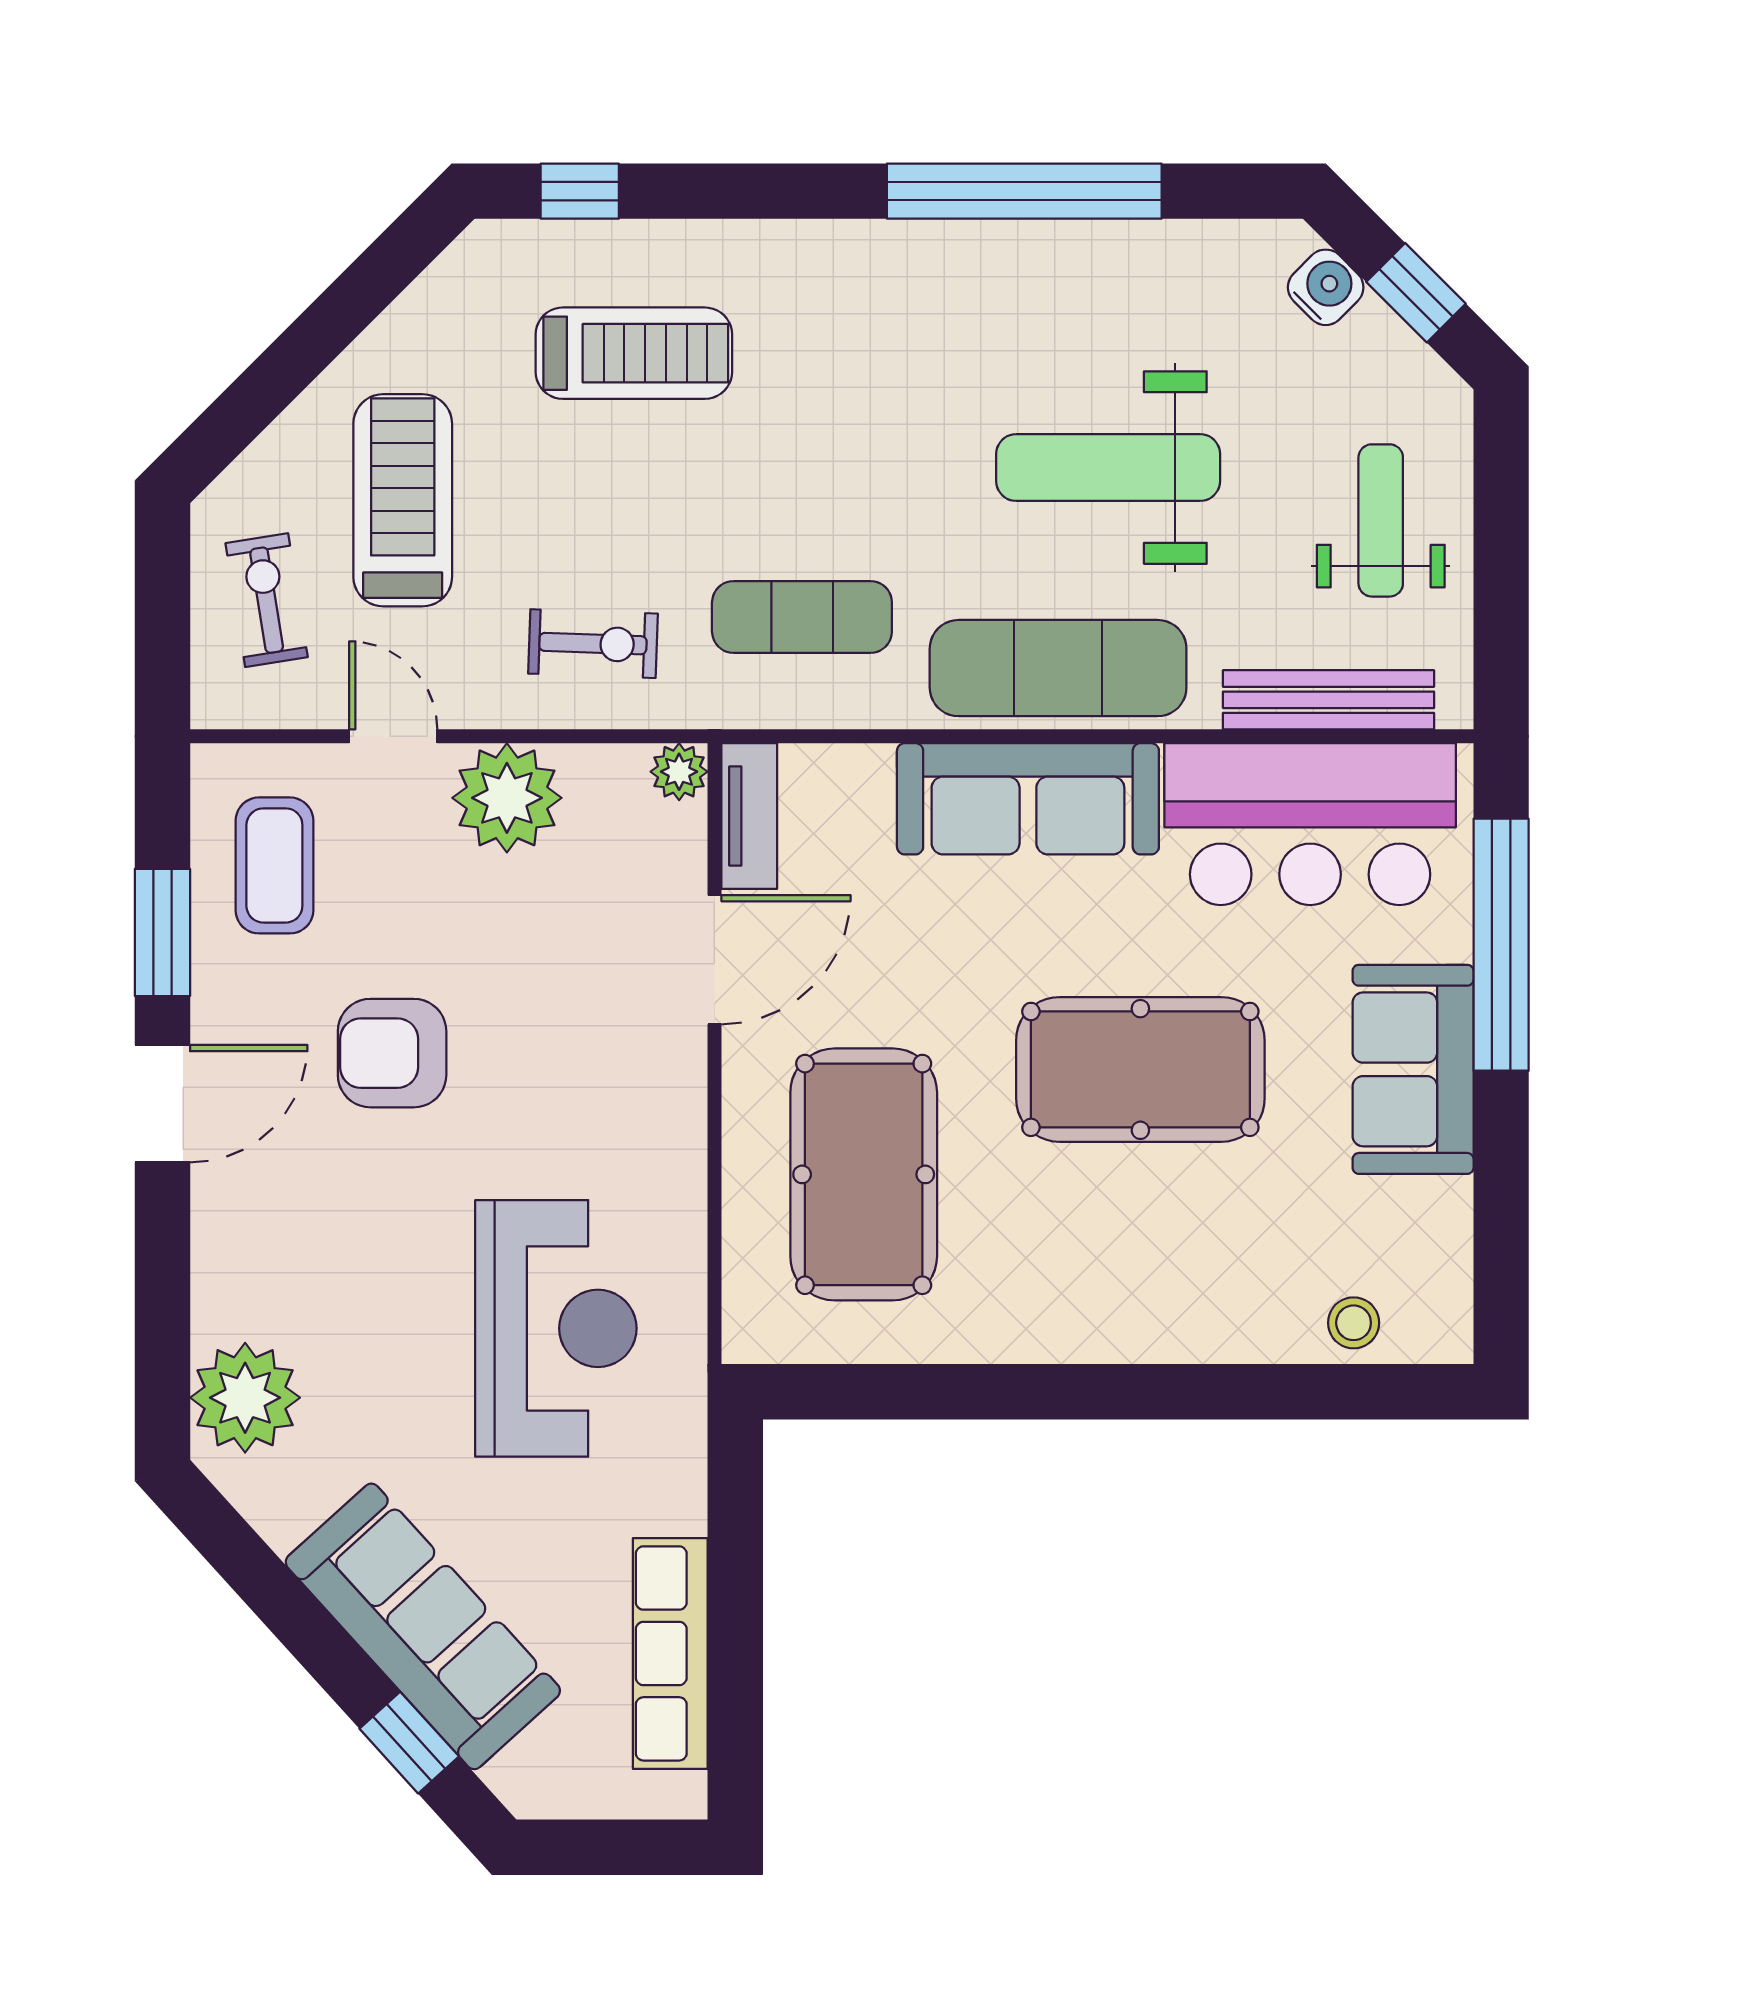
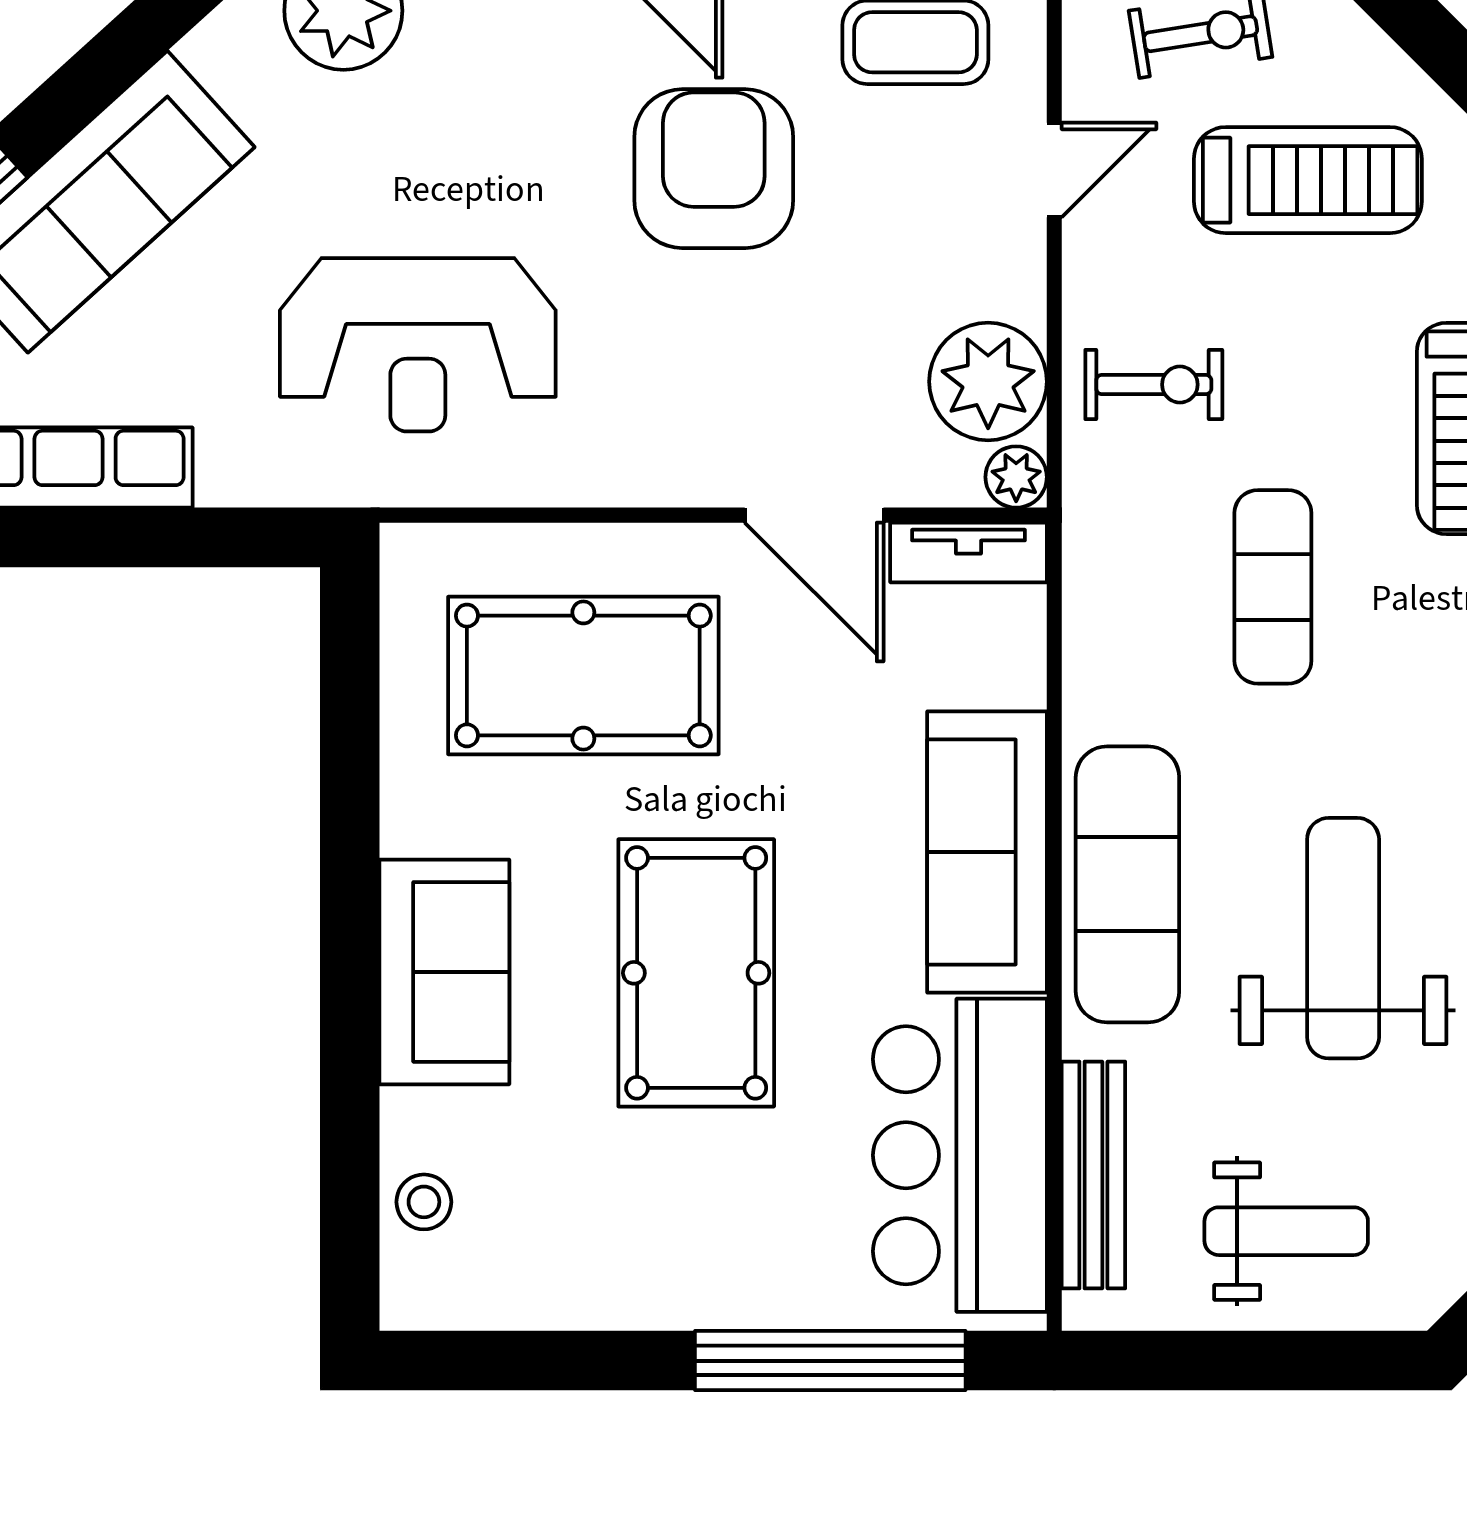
exercise mat: (802, 617) -> (1273, 587), moved
exercise bike: (593, 644) -> (1154, 385), turned -92
plant: (507, 798) -> (988, 382), moved
armchair: (392, 1053) -> (714, 169), width x1.36, depth x1.36
sofa: (1413, 1069) -> (444, 972), moved, turned 90

